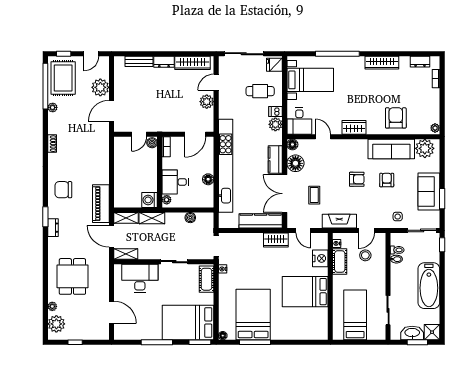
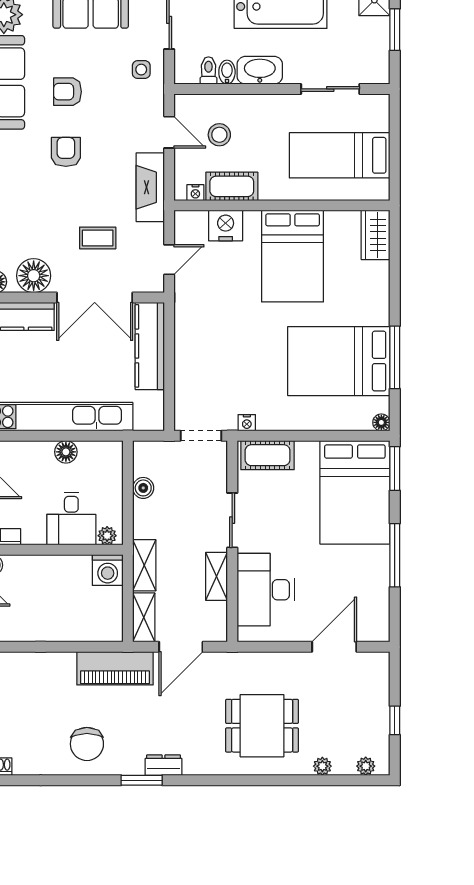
wardrobe: (276, 240) -> (376, 235), moved, turned 180
shelving: (126, 254) -> (217, 576), moved
plant: (56, 324) -> (366, 766), width x0.53, depth x0.53
washbasin: (412, 333) -> (260, 70), moved, turned 90

